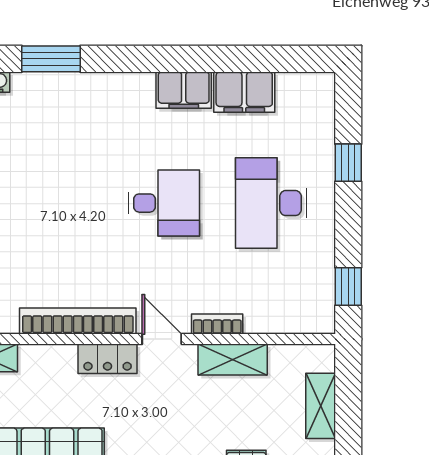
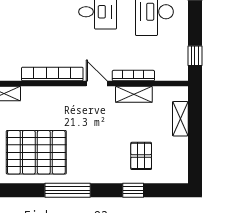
bookcase: (217, 324) -> (133, 76), width x1.56
locker: (108, 359) -> (68, 94), removed

